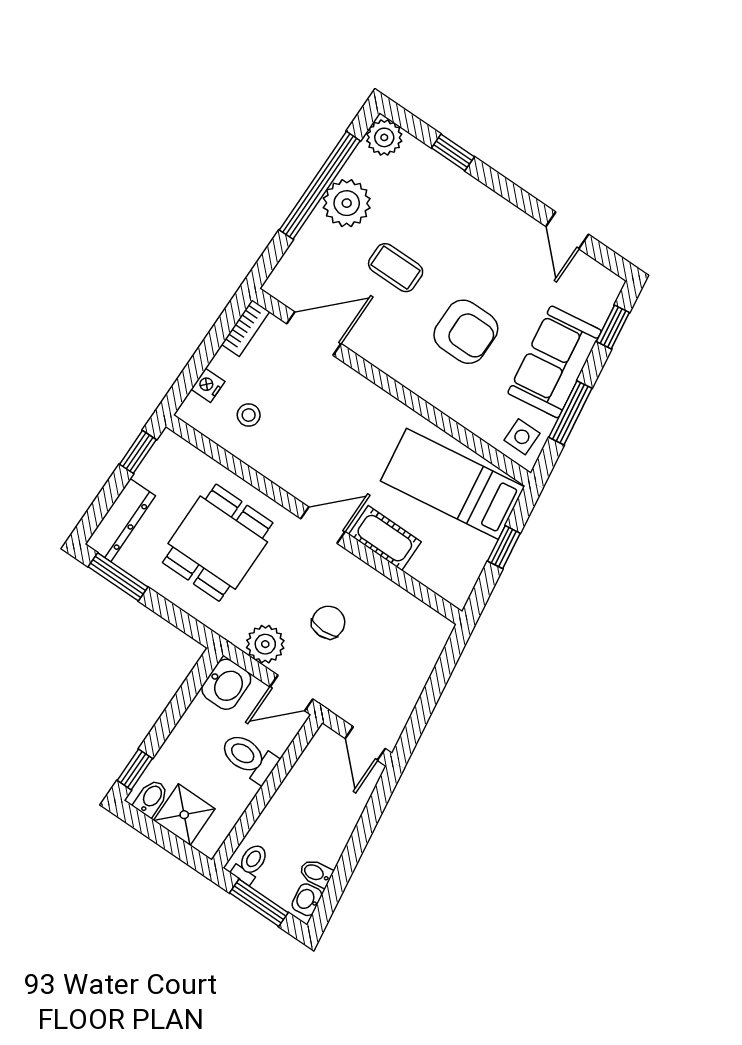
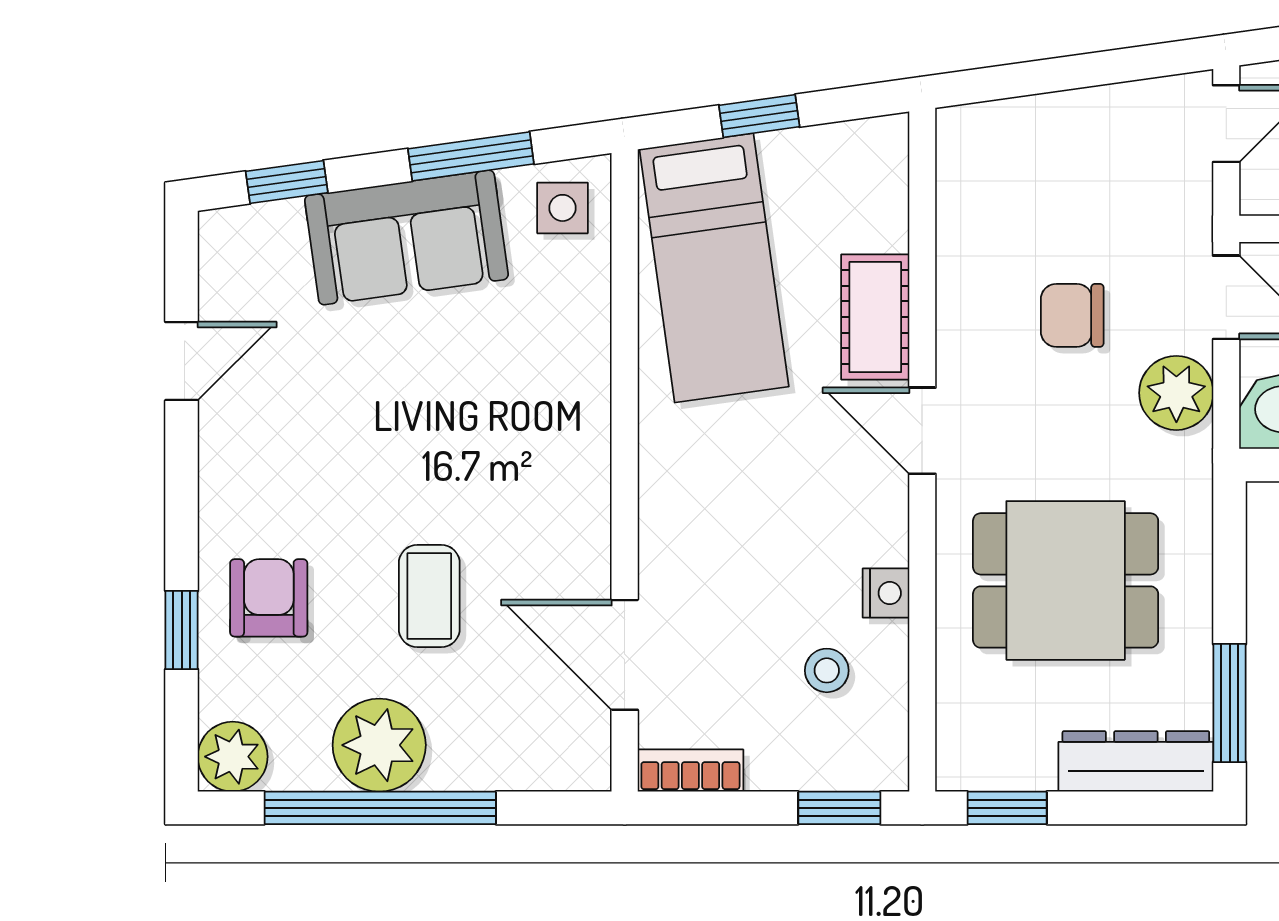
armchair: (466, 332) -> (269, 598), moved, width x0.72, depth x0.72
window: (187, 381) -> (839, 808), added
nightstand: (208, 385) -> (886, 593), moved, turned -90

